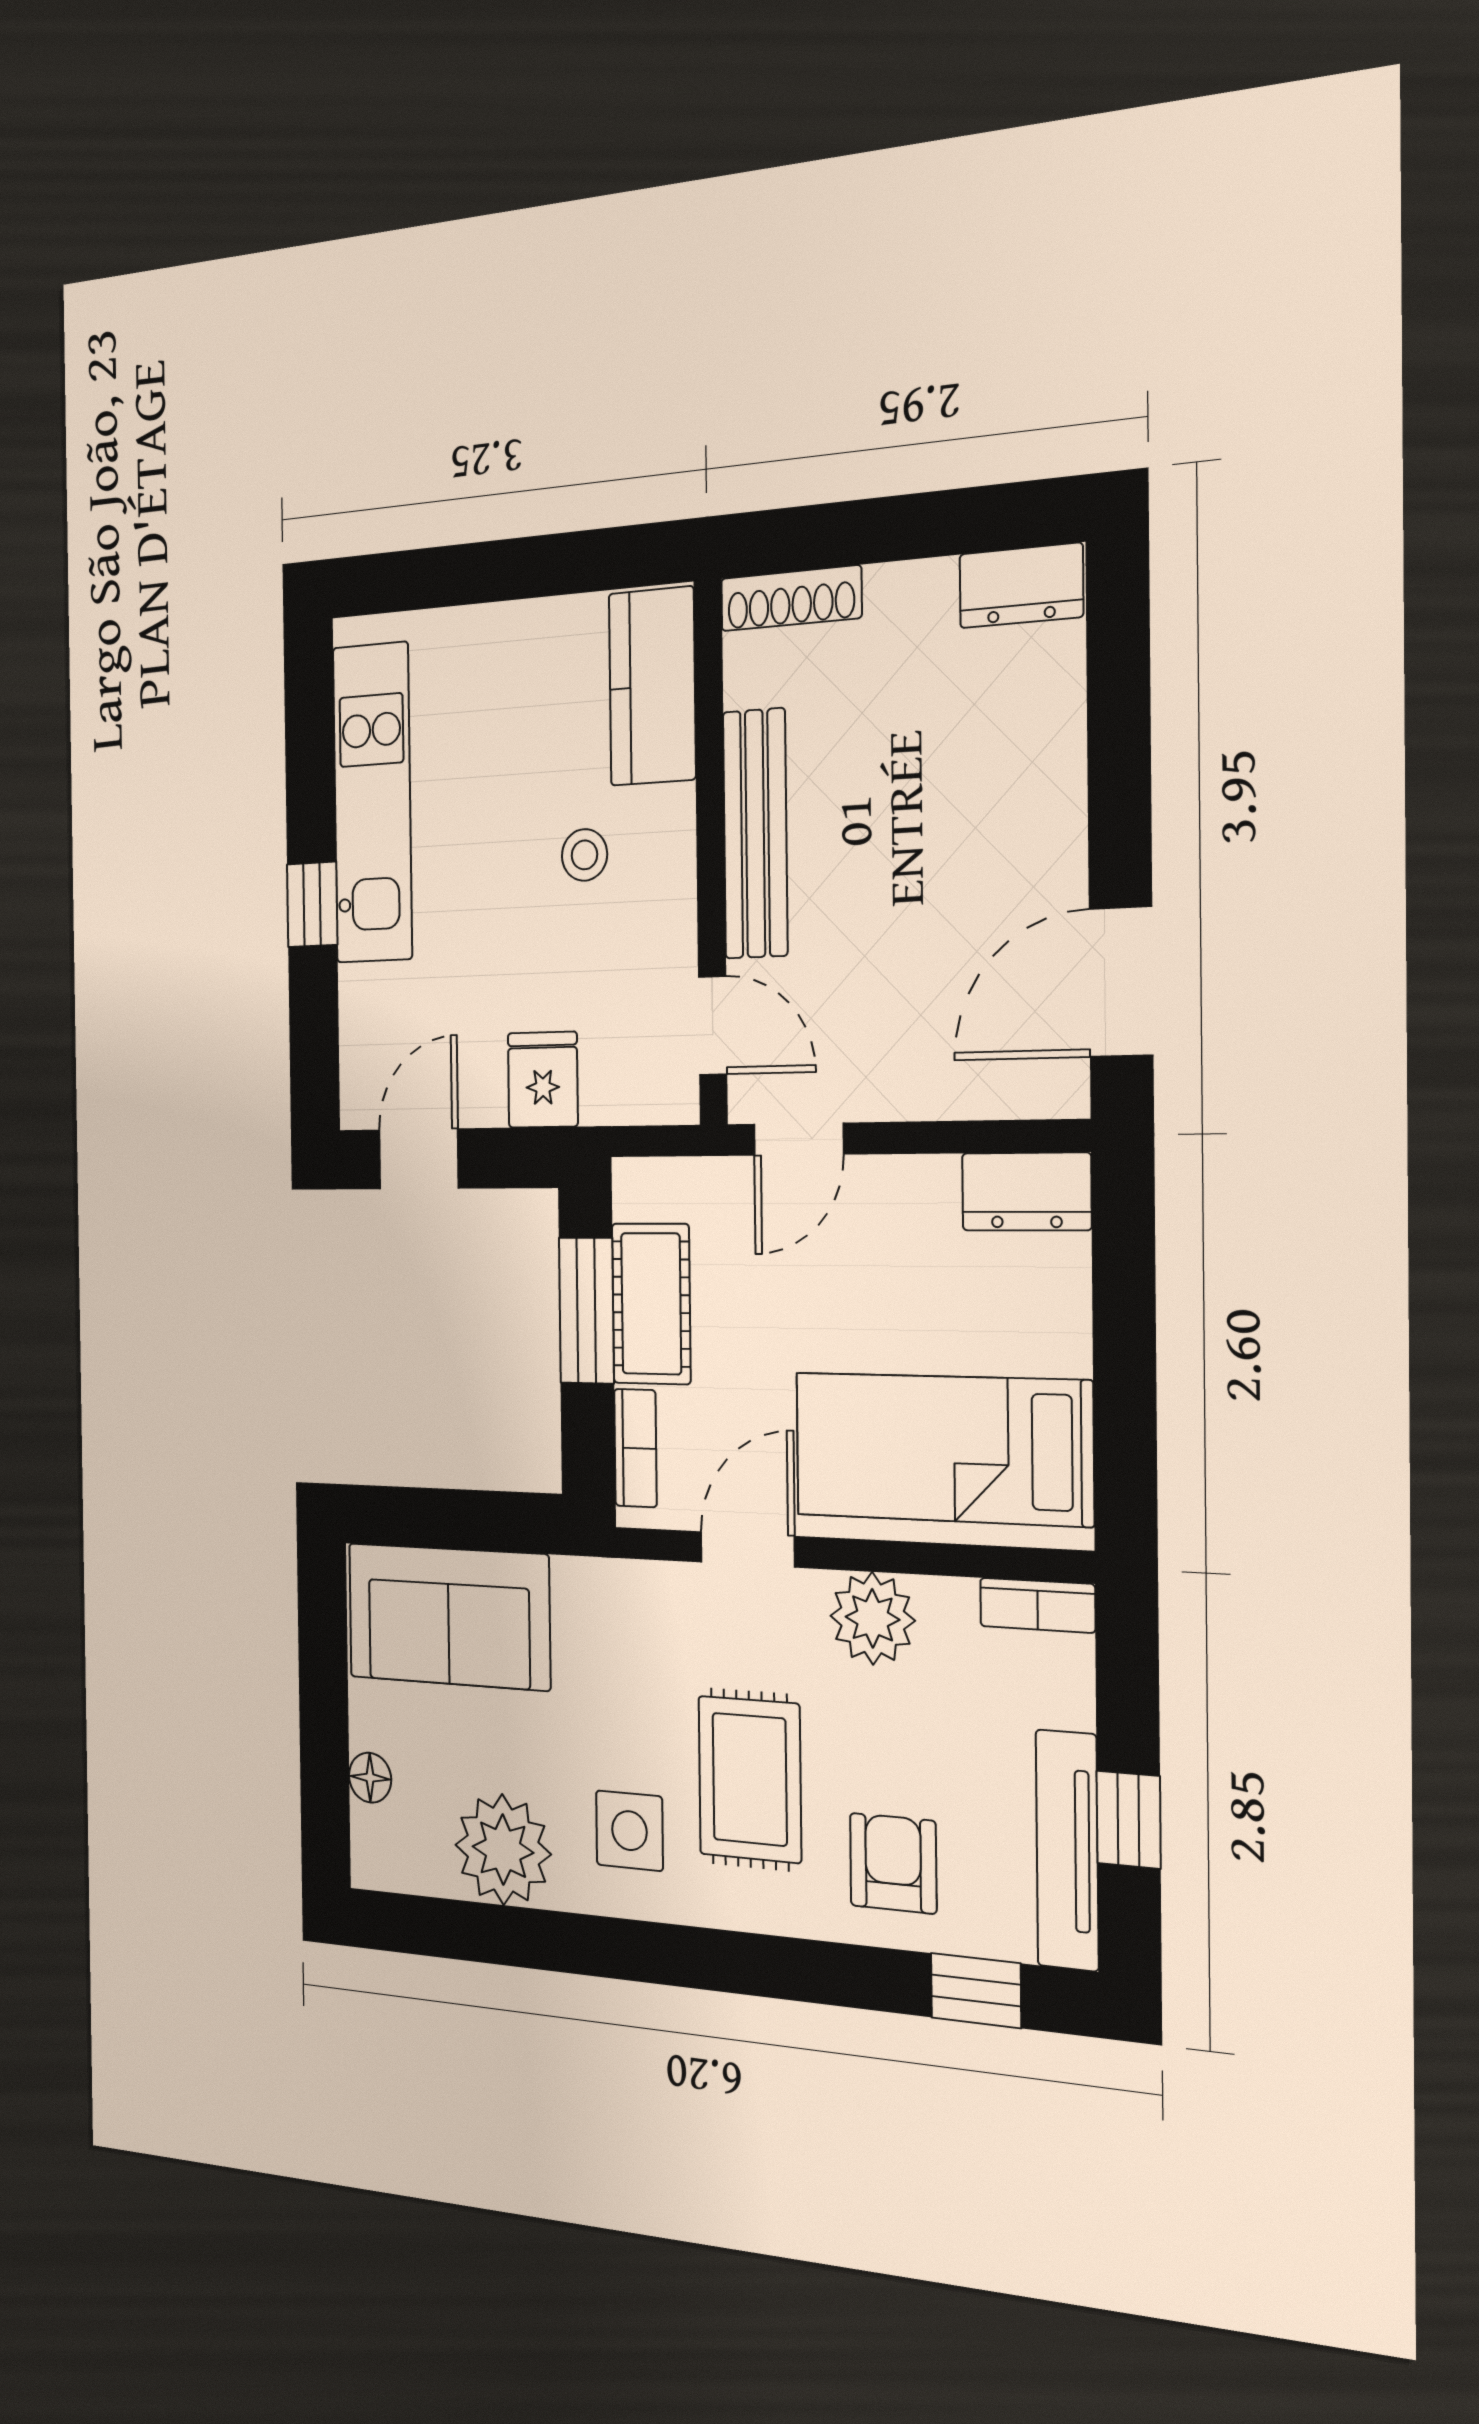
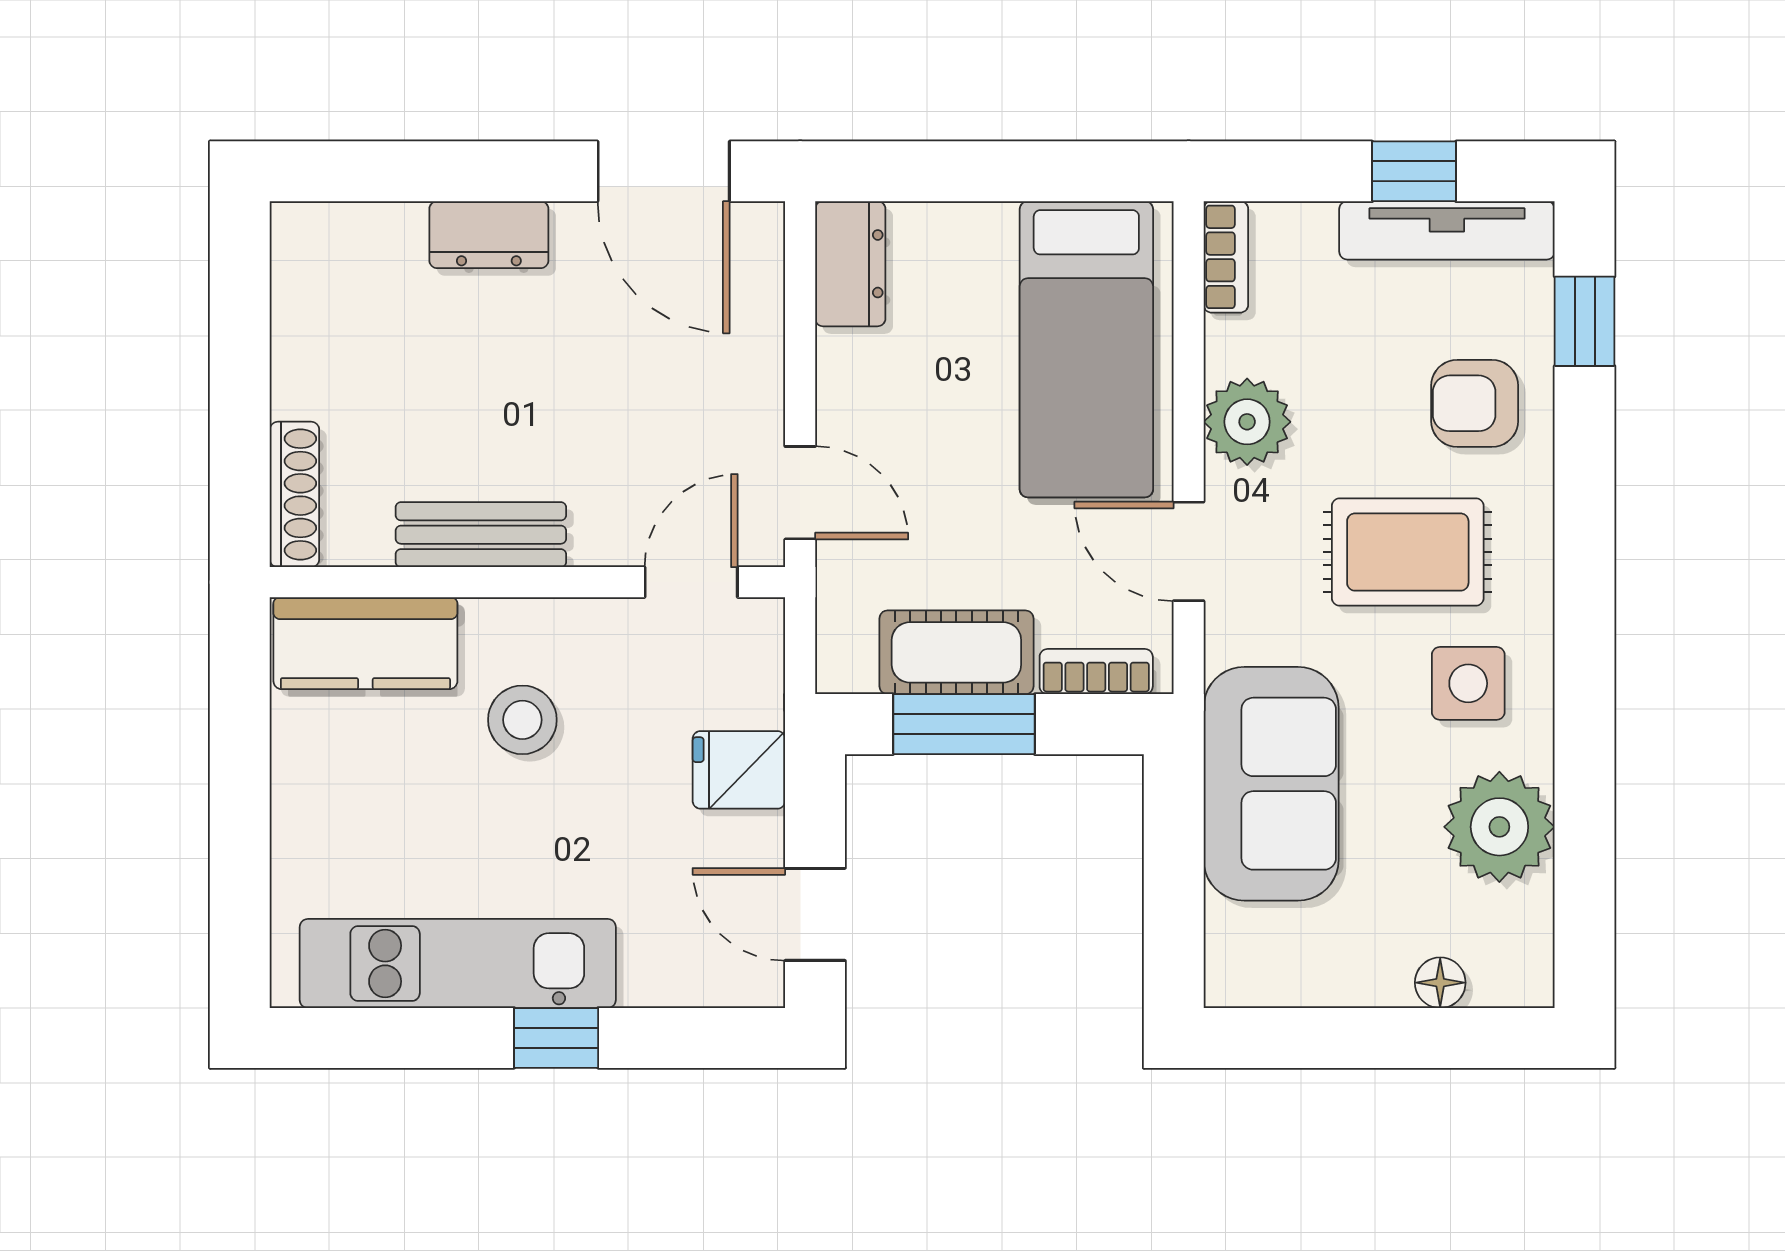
dresser: (1021, 586) -> (489, 235), moved, turned 90
bench: (755, 834) -> (481, 535), width x0.73
stool: (584, 855) -> (522, 720), width x1.37, depth x1.37
sofa: (448, 1616) -> (1271, 784), moved

